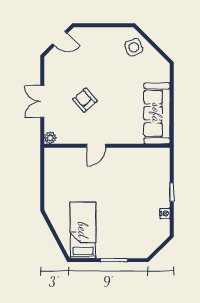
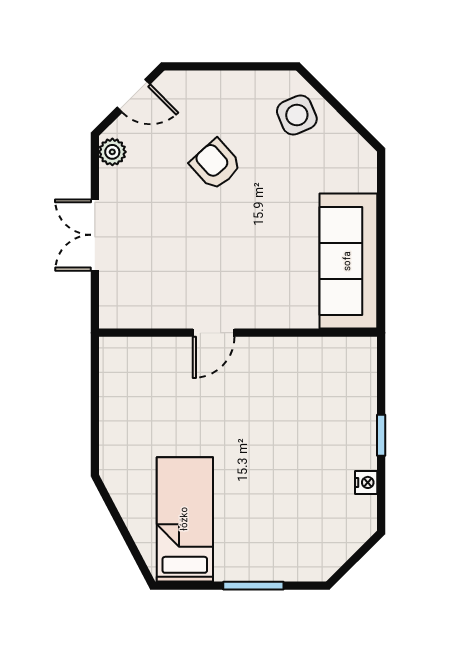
armchair: (85, 100) -> (216, 164), moved
plant: (50, 138) -> (112, 152), moved

